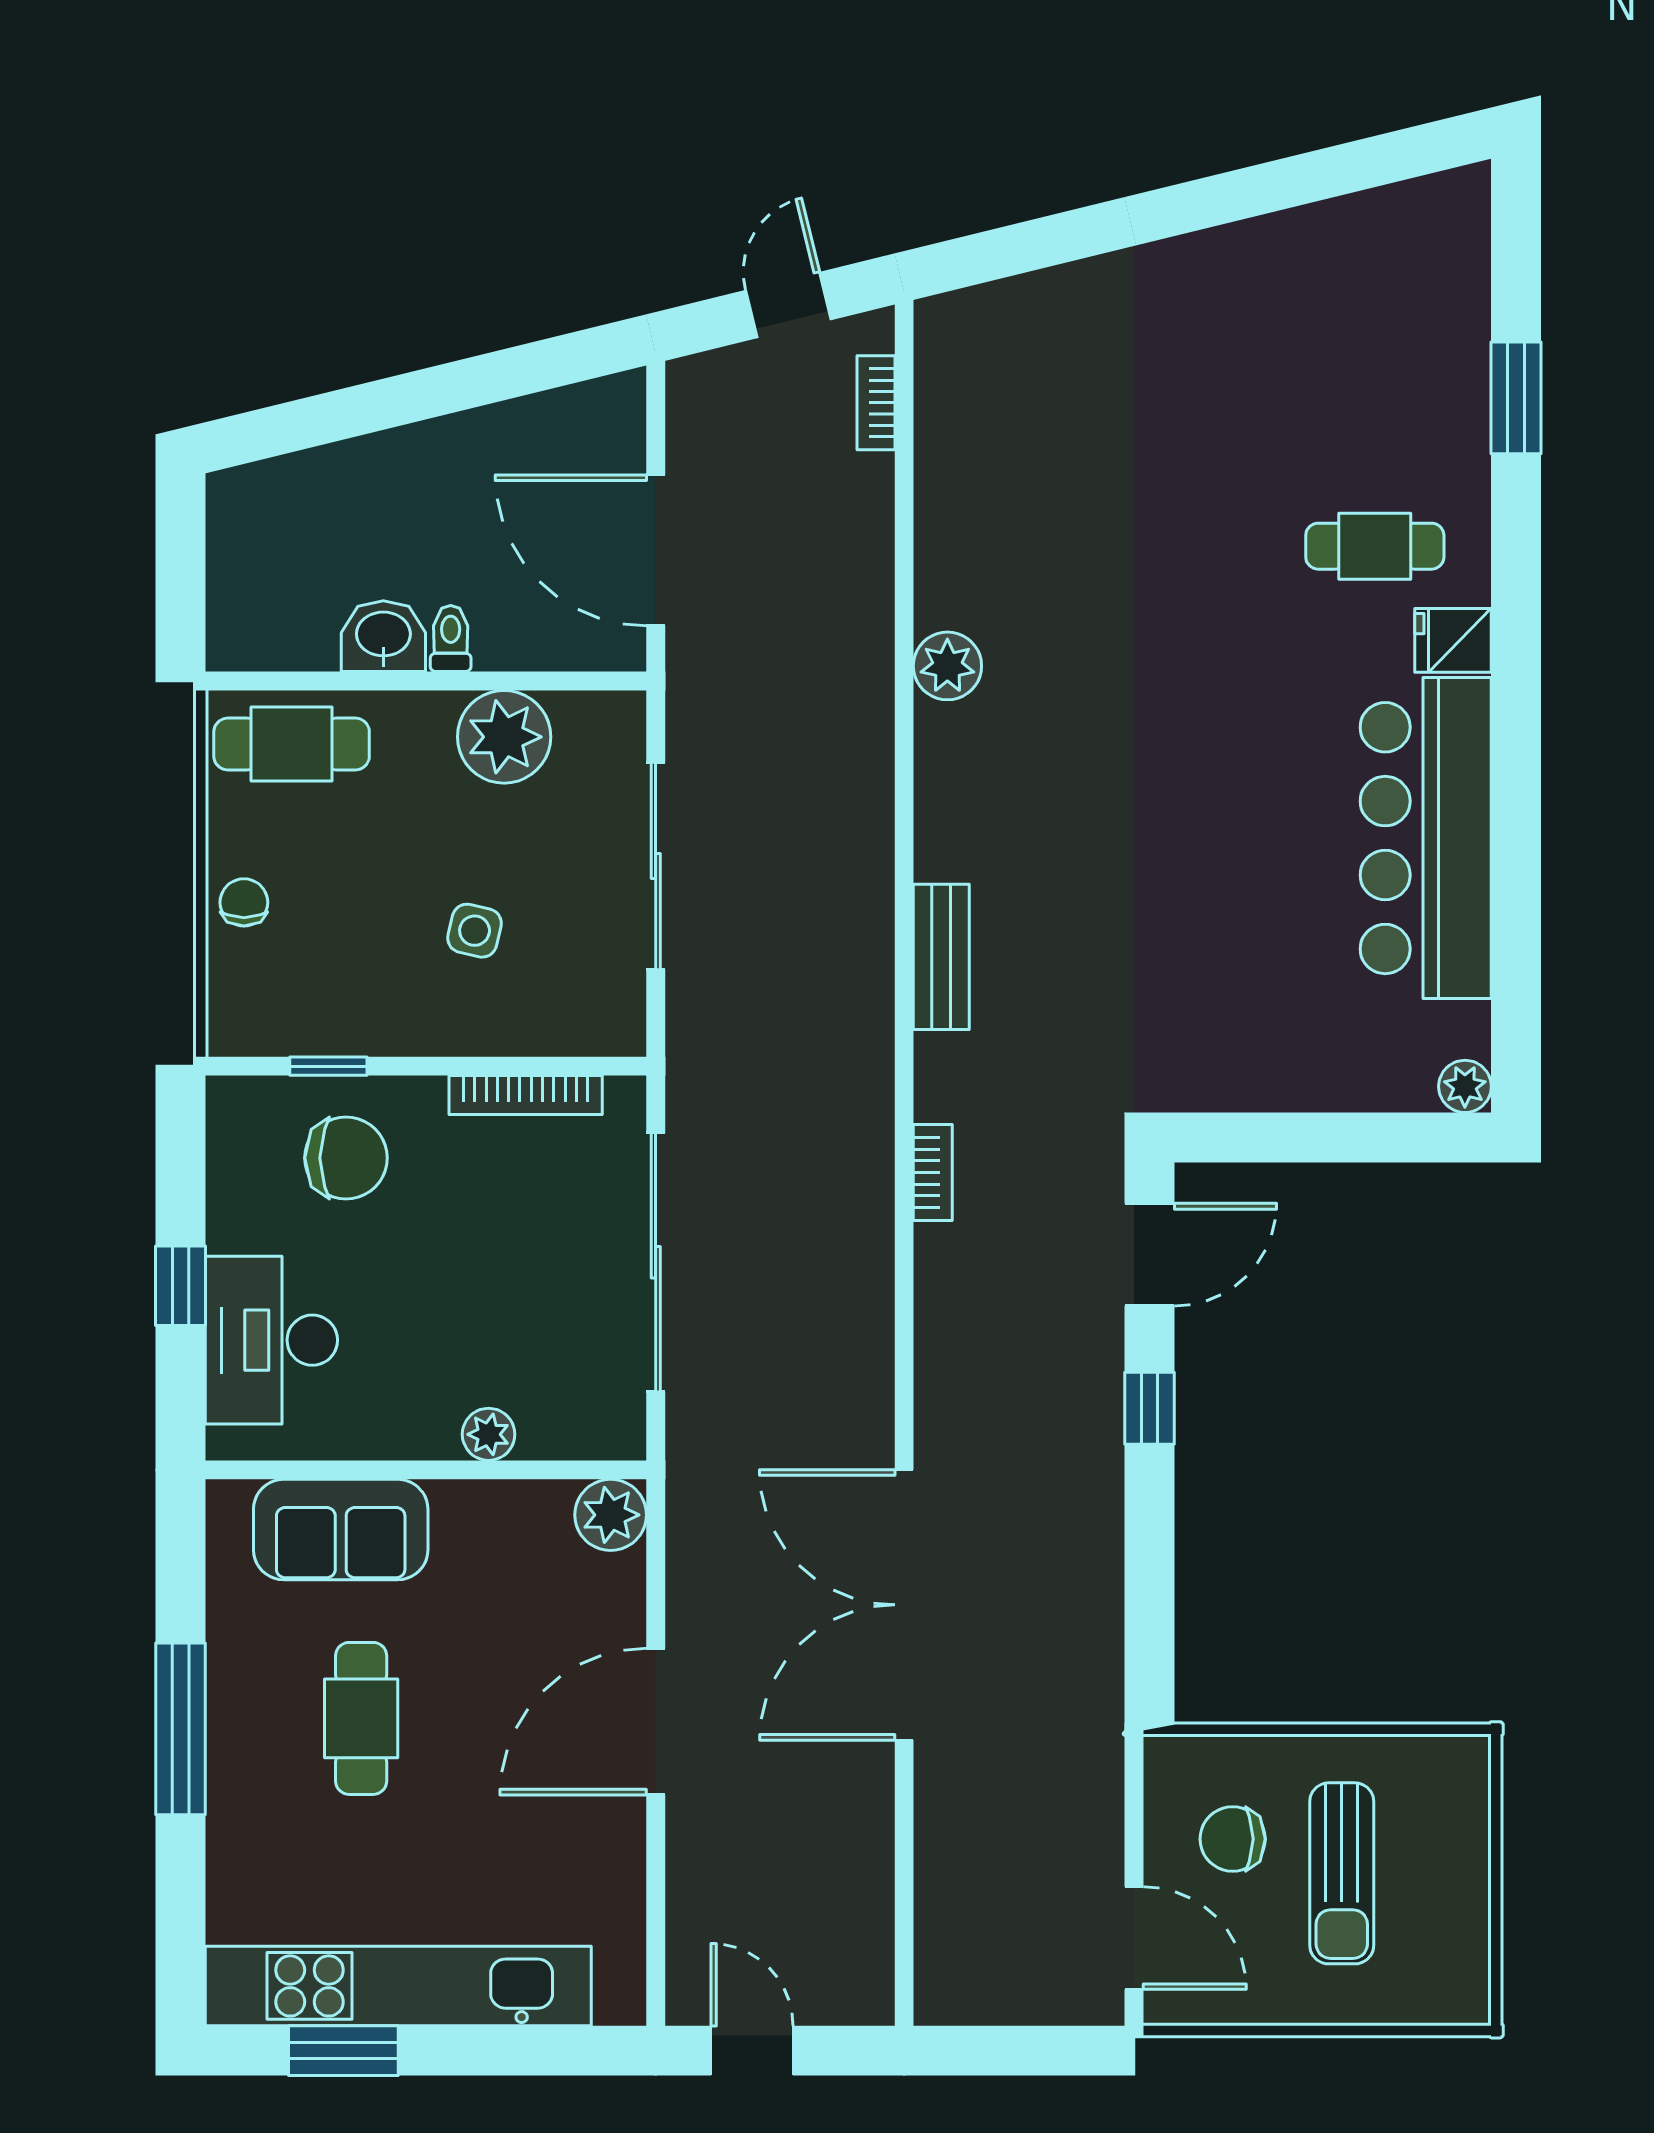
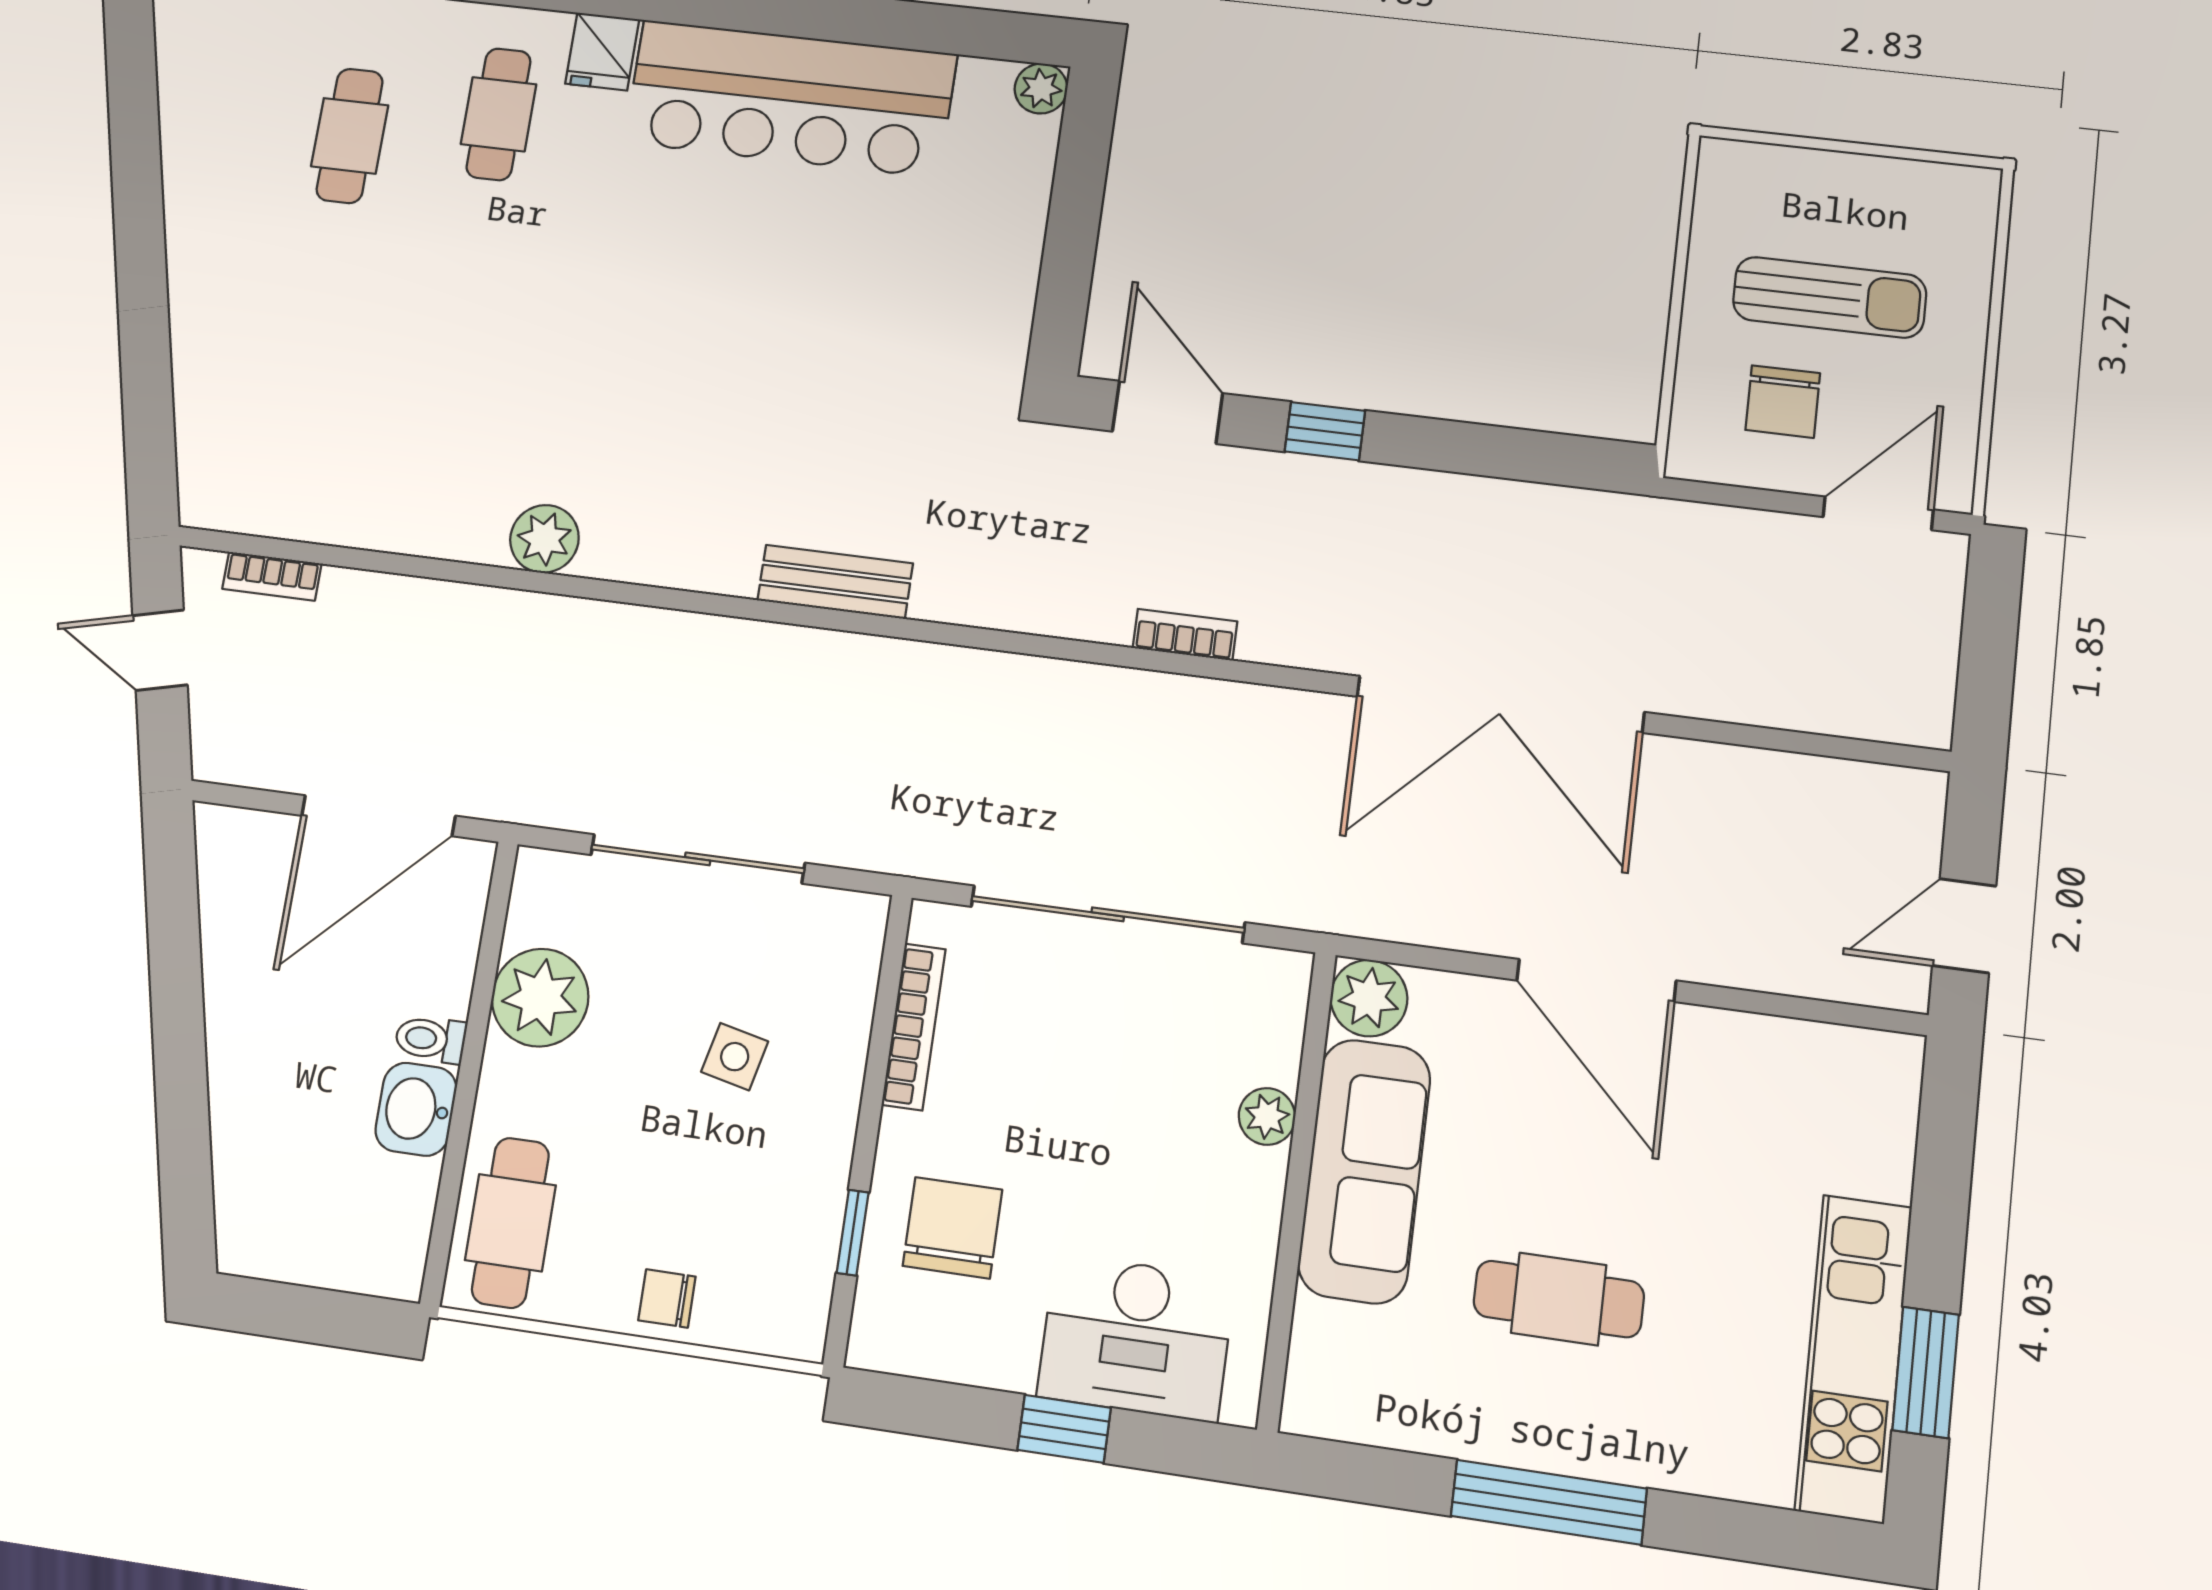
cafe table: (1335, 399) -> (350, 136), added
bookcase: (933, 1172) -> (1185, 635), moved
sofa: (341, 1530) -> (1364, 1171), moved, width x1.36
kitchen unit: (398, 1986) -> (1854, 1358), width x0.73

